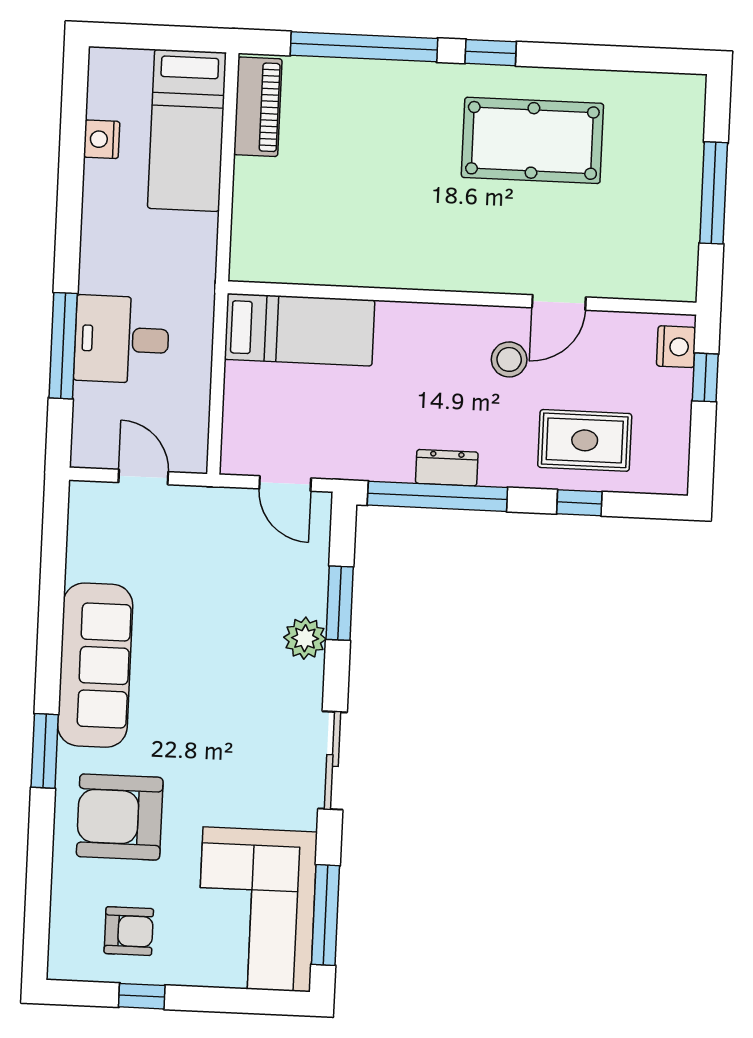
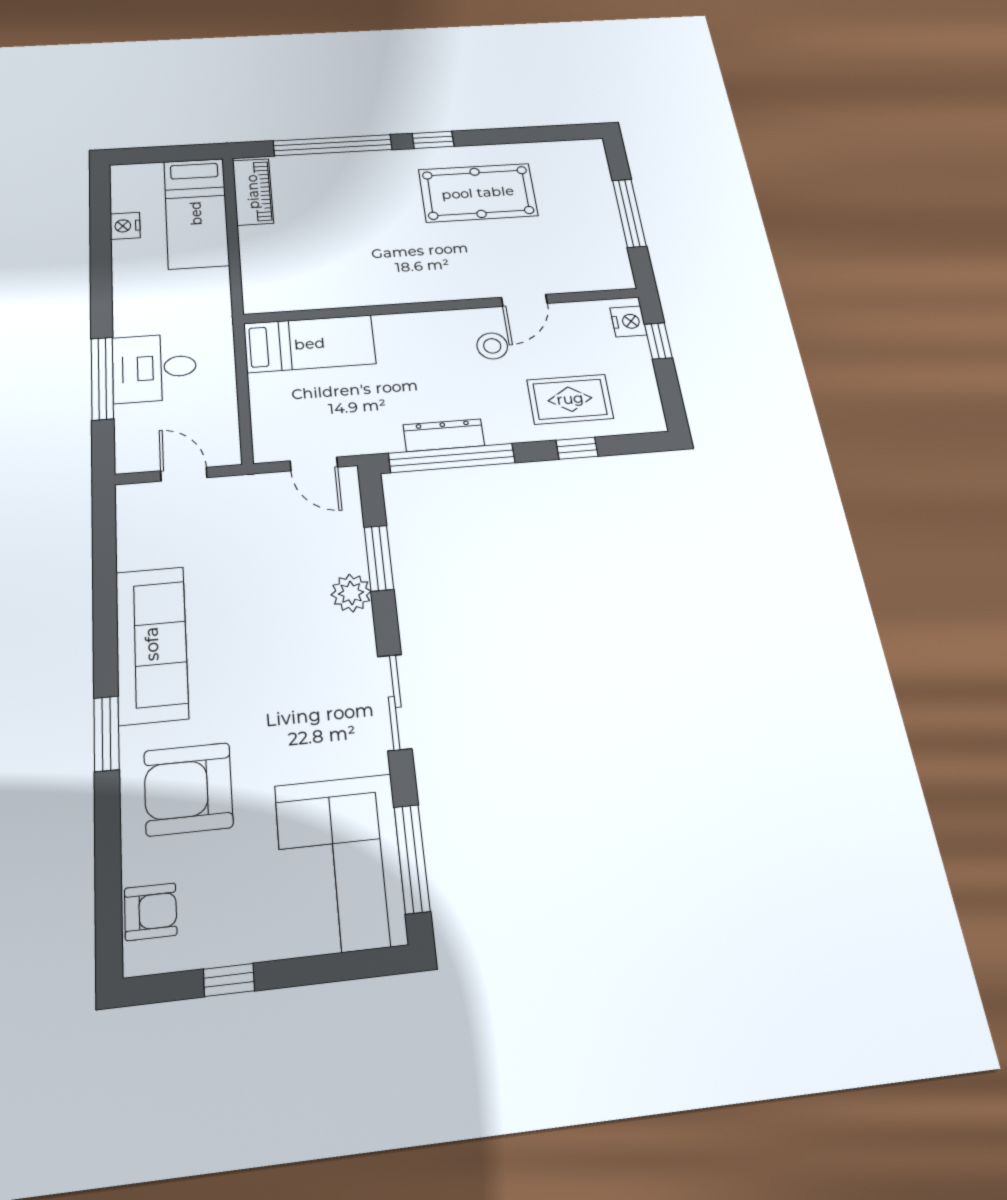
dresser: (447, 468) -> (444, 435), width x1.44
armchair: (129, 931) -> (151, 912), moved

